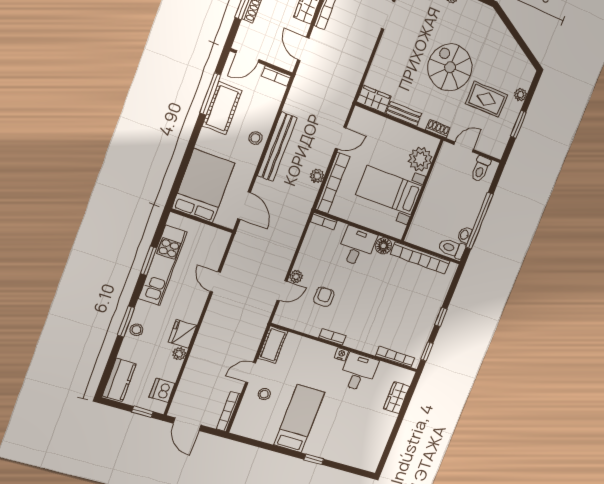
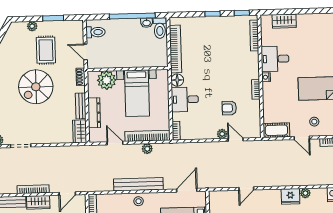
dresser: (388, 127) -> (94, 113), added

